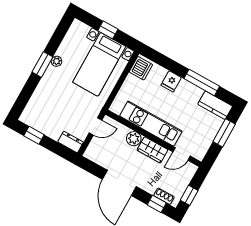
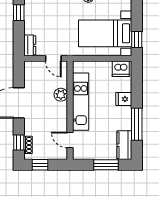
window: (108, 30) -> (137, 39), moved
wardrobe: (152, 150) -> (60, 115), removed

